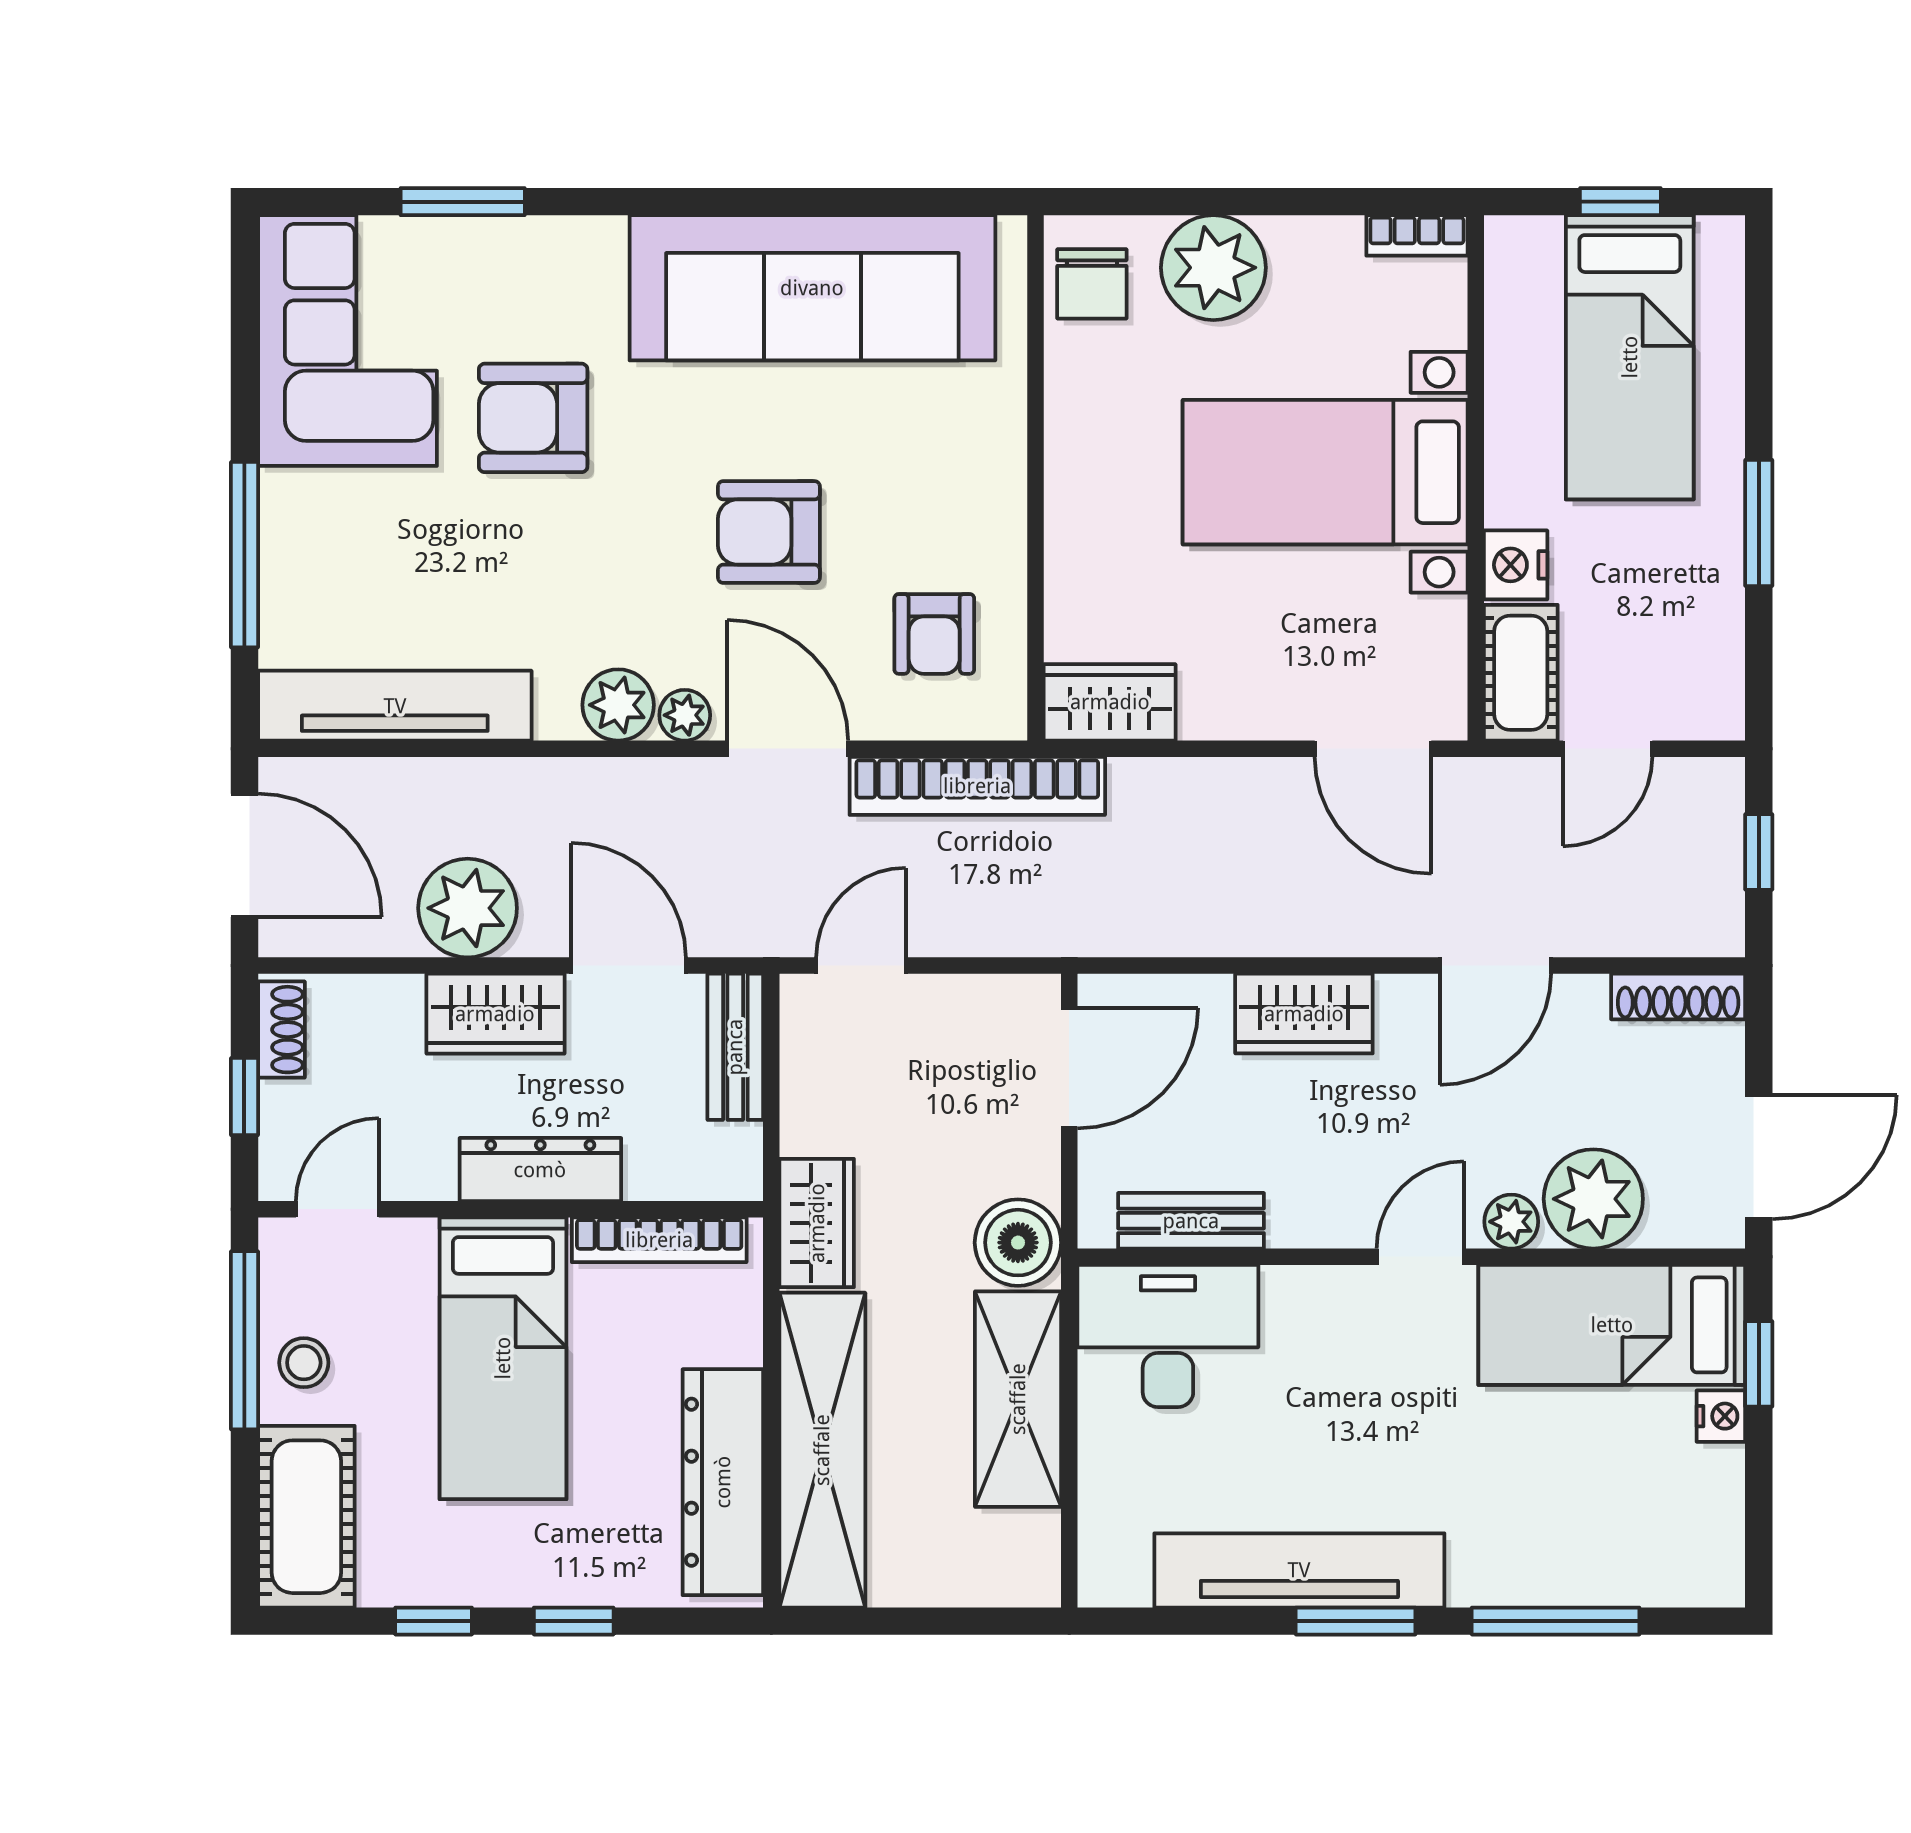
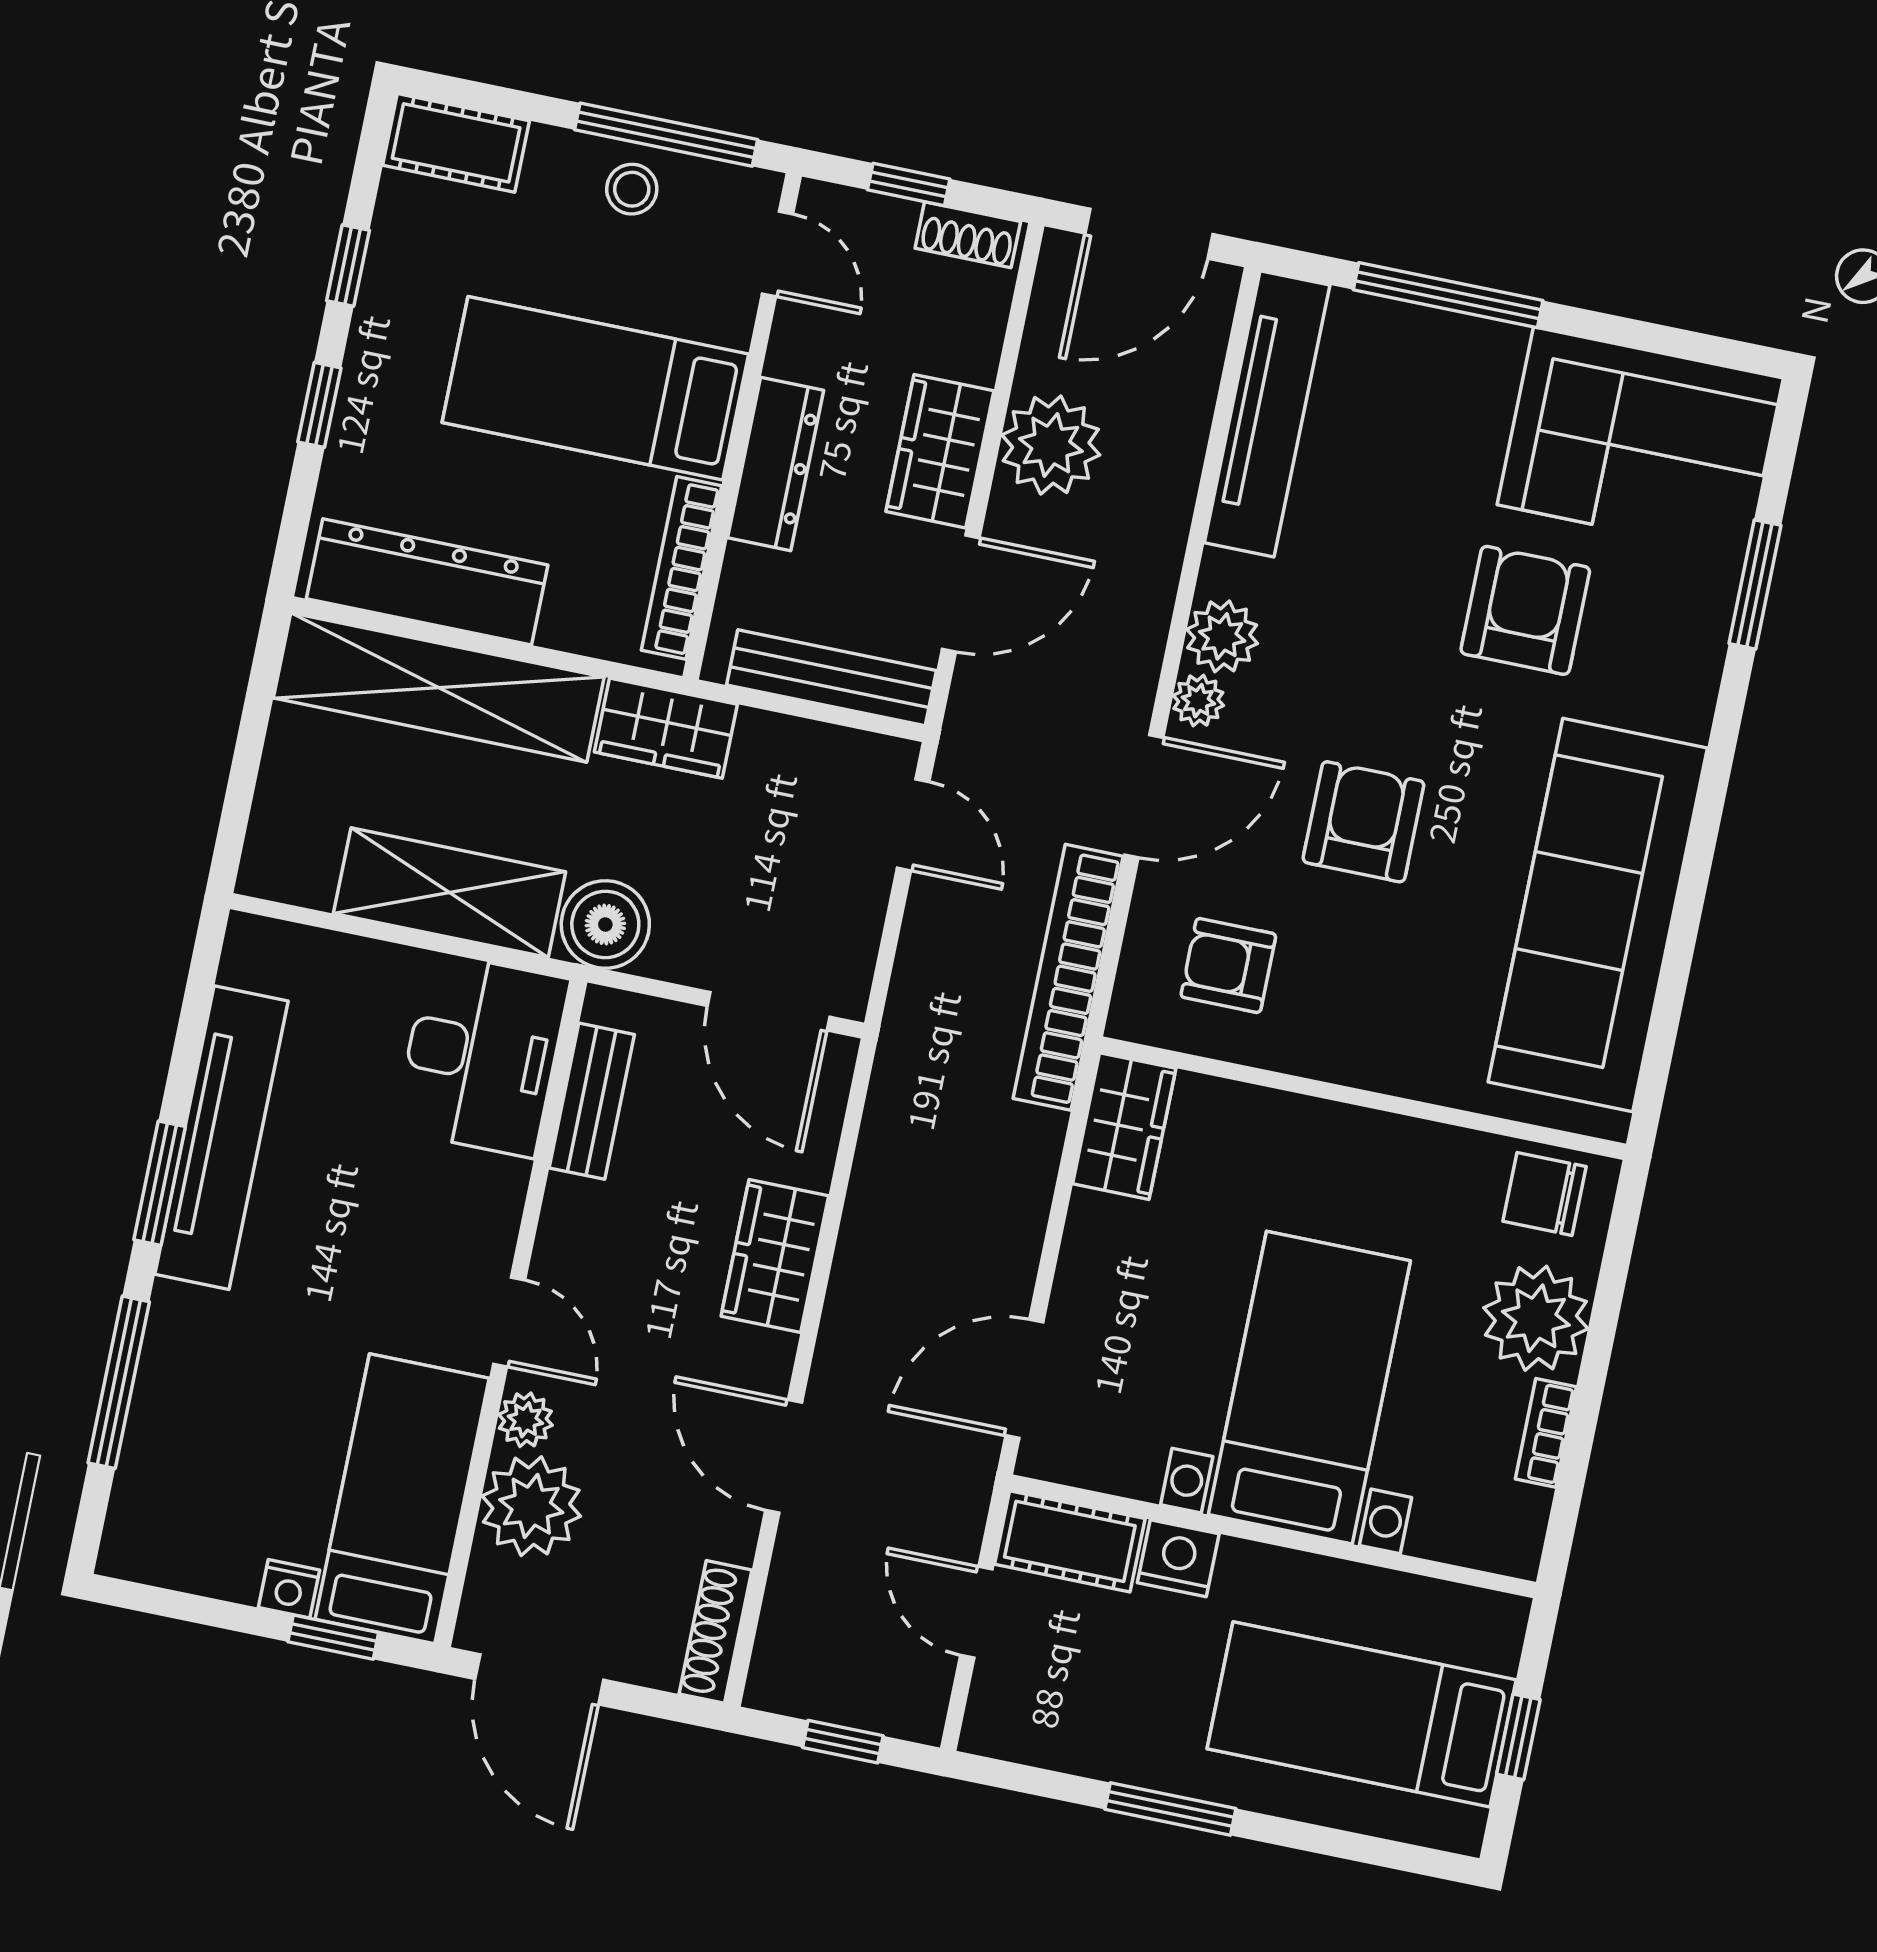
bookcase: (1417, 235) -> (1546, 1433), moved
bench: (735, 1047) -> (832, 678), width x1.36
cot: (306, 1517) -> (456, 143), width x0.73, depth x0.75

